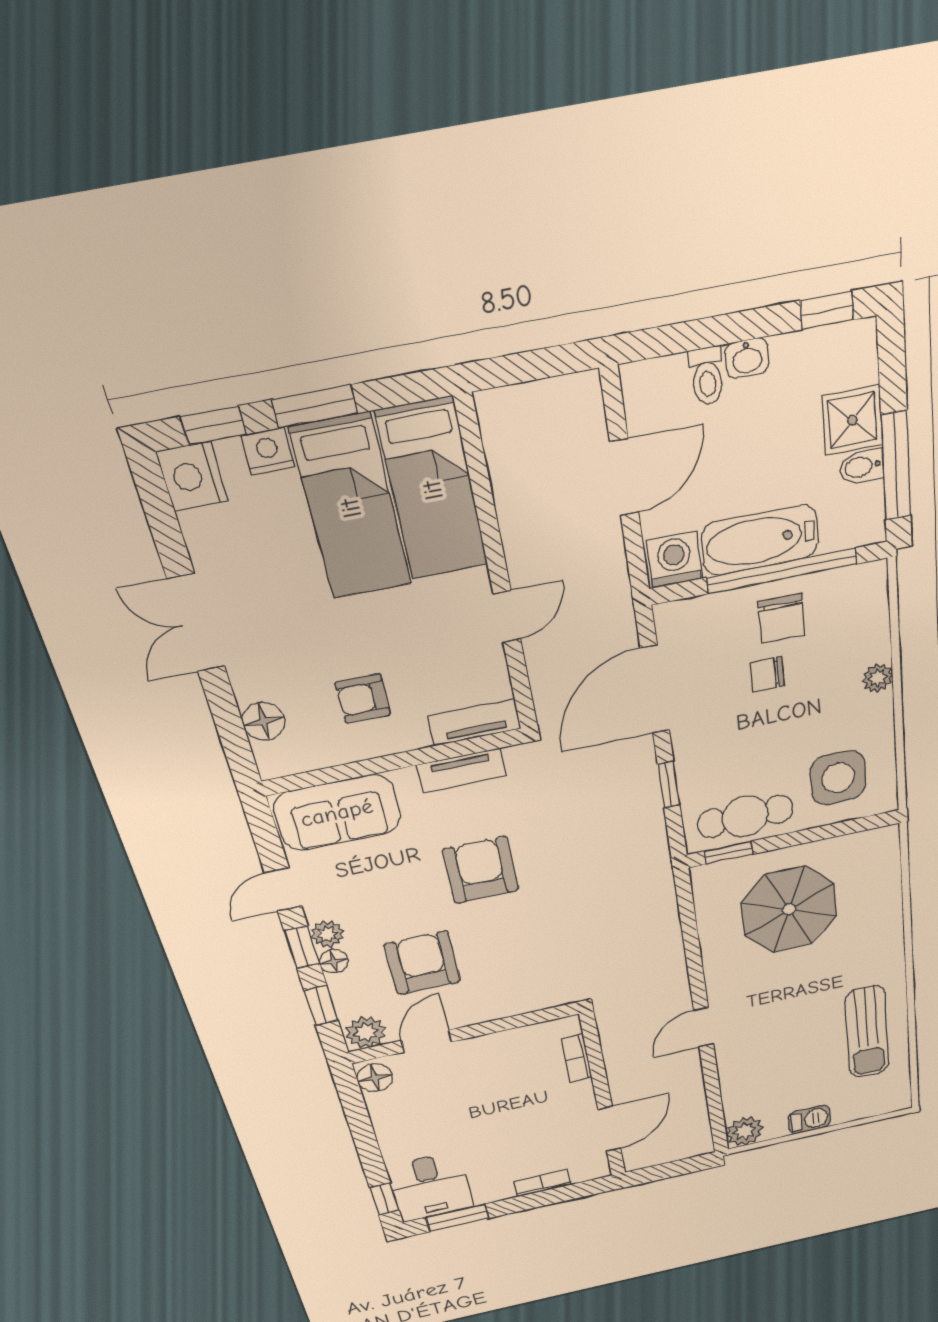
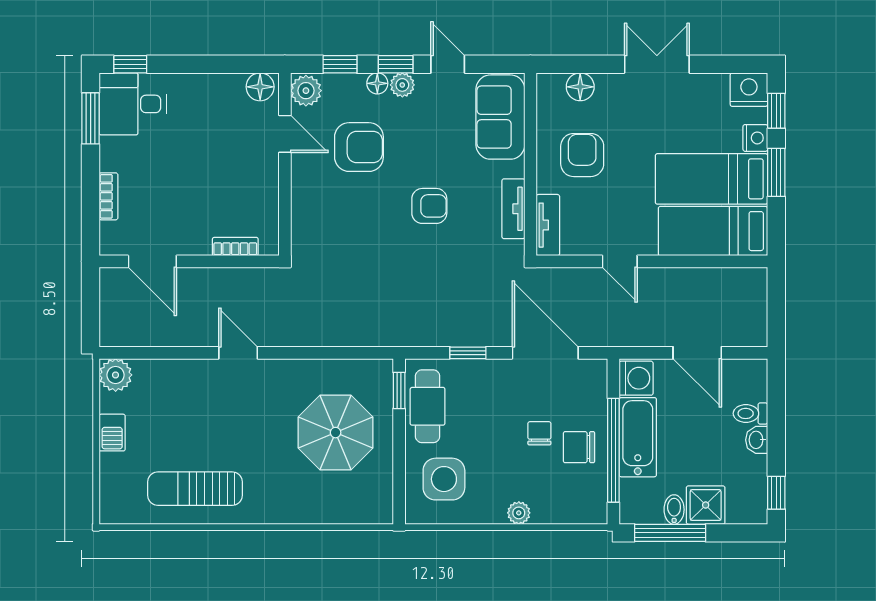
armchair: (363, 699) -> (582, 155), width x1.38, depth x1.38
armchair: (481, 870) -> (429, 206), width x0.72, depth x0.72

